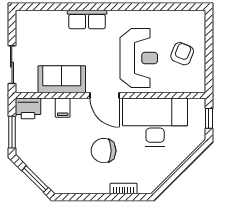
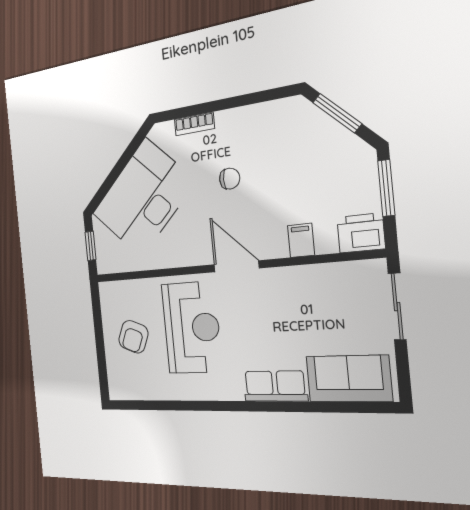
reception desk: (139, 58) -> (192, 328), turned 180
sofa: (62, 79) -> (349, 379), moved, turned 180
desk: (155, 122) -> (143, 198), moved, turned 135
chair: (104, 151) -> (230, 179), width x0.54, depth x0.54

